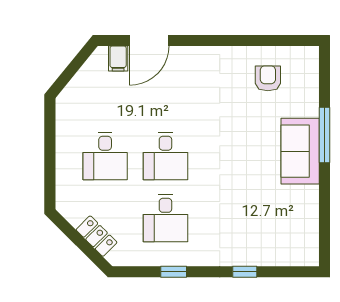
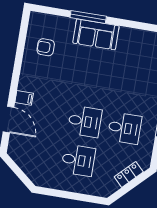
filing cabinet: (118, 59) -> (24, 98), moved

